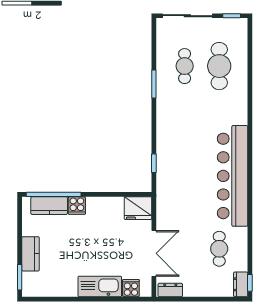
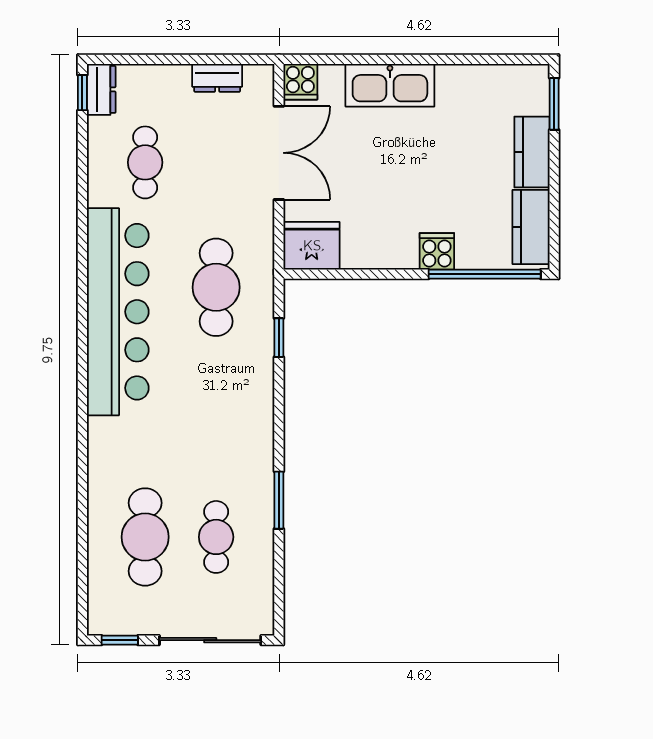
cafe table: (185, 188) -> (216, 287), added
kitchen counter: (49, 206) -> (531, 227), moved, turned -90
double door: (154, 253) -> (279, 153), swing flipped
cooker: (131, 288) -> (300, 82), moved
dresser: (170, 290) -> (217, 78), moved

